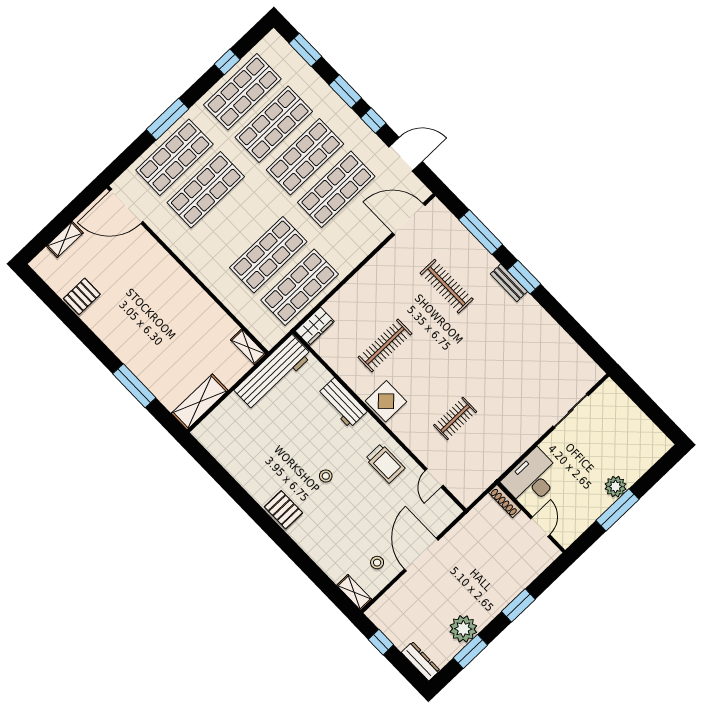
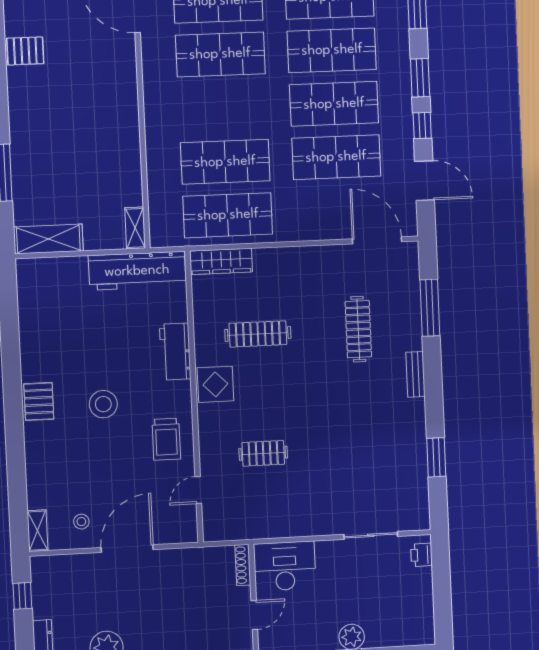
window: (524, 277) -> (436, 457), moved
wardrobe: (315, 326) -> (221, 261), width x1.50
printer: (615, 395) -> (421, 555), added
stool: (326, 476) -> (103, 404), width x1.89, depth x1.89

